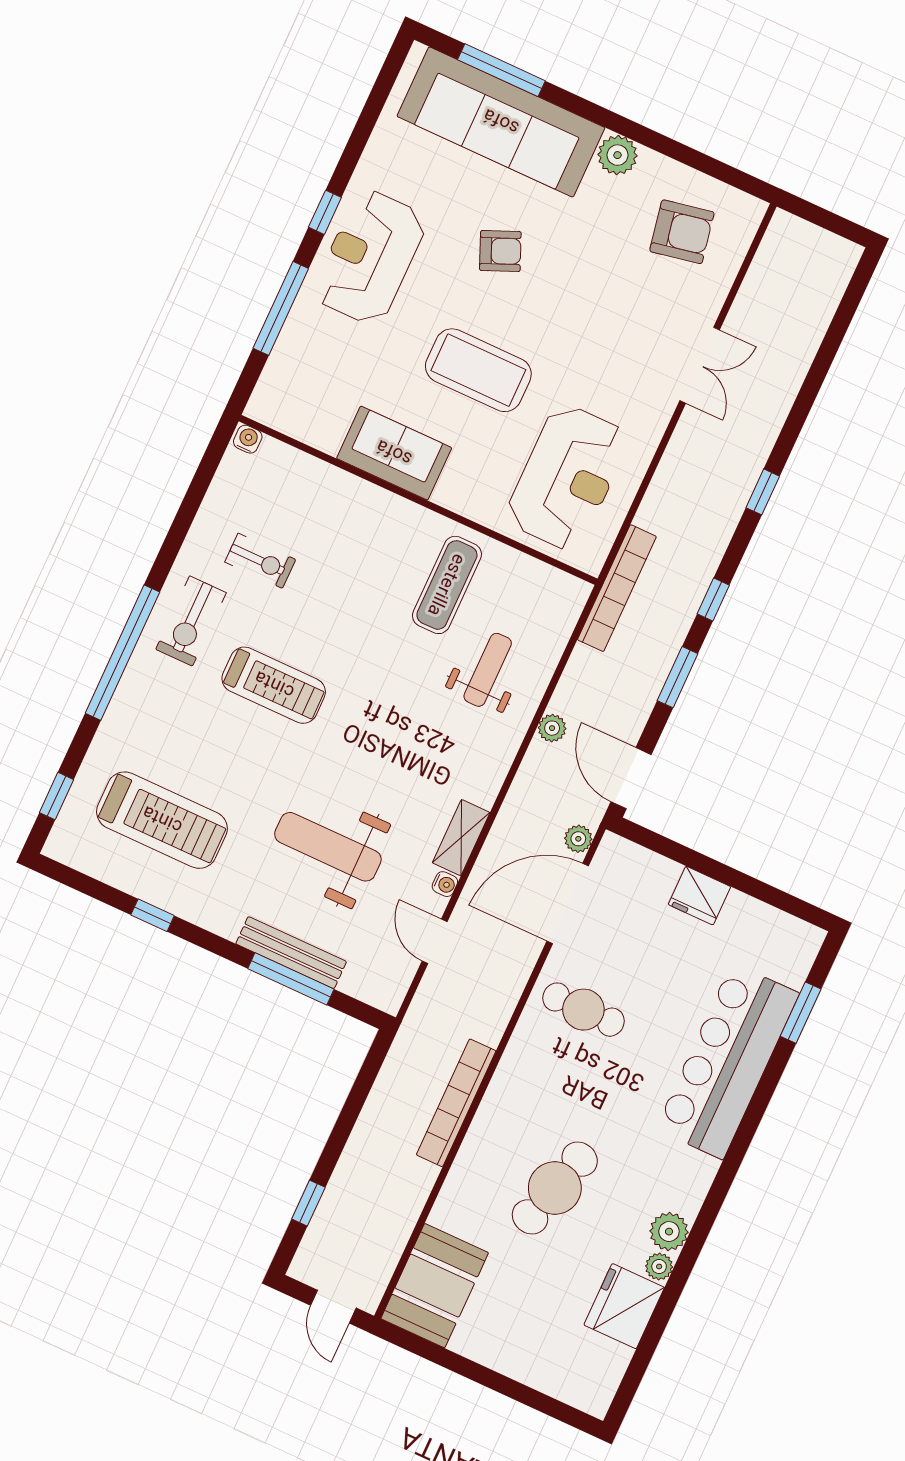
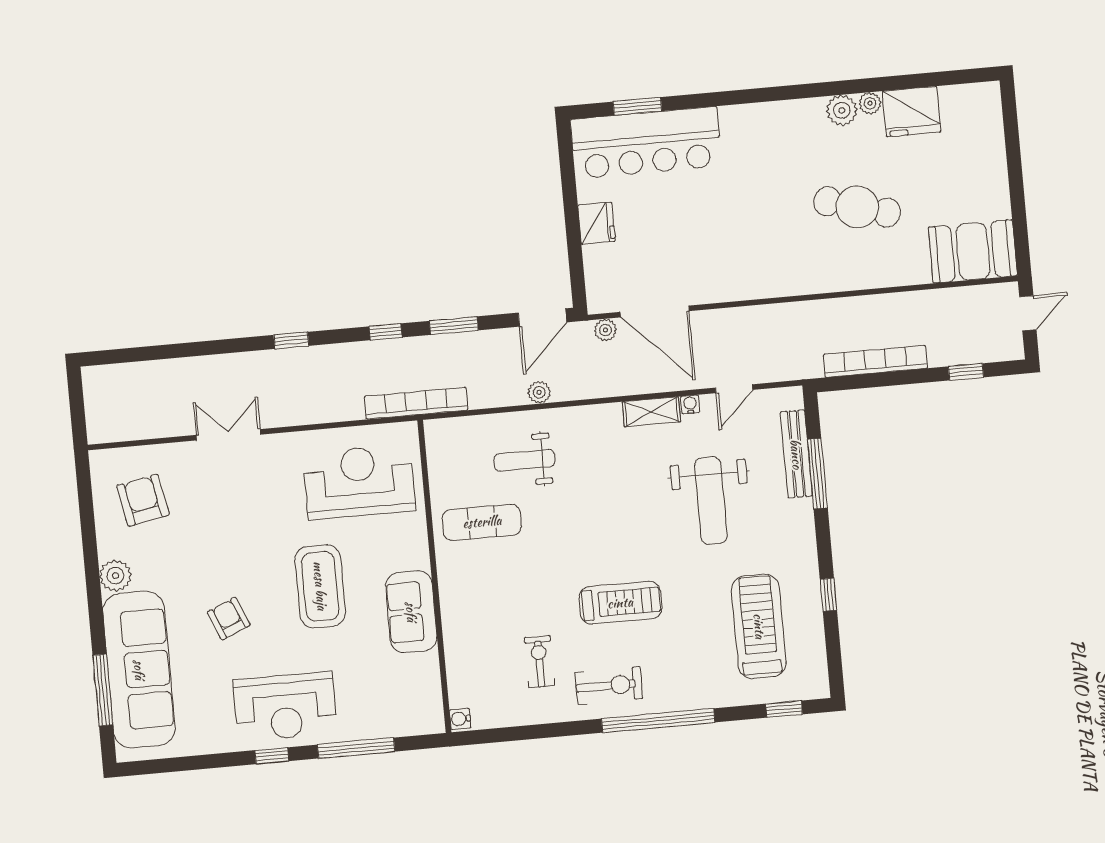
treadmill: (274, 685) -> (620, 603), turned 90
bench: (291, 953) -> (796, 454), moved
cafe table: (583, 1010) -> (722, 258), removed
bar counter: (727, 1061) -> (646, 143), moved
bookcase: (456, 1103) -> (875, 361), moved, turned 180

